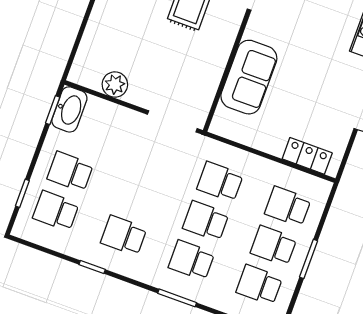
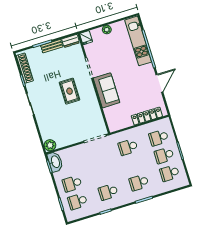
sofa: (249, 77) -> (107, 90), moved
plant: (115, 85) -> (50, 145), moved
locker: (307, 156) -> (147, 116), width x1.53
school desk: (206, 221) -> (133, 165), removed

